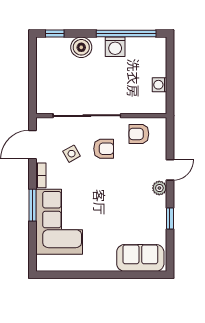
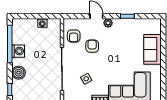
armchair: (104, 149) -> (92, 46), moved
sofa: (140, 258) -> (152, 49), moved

